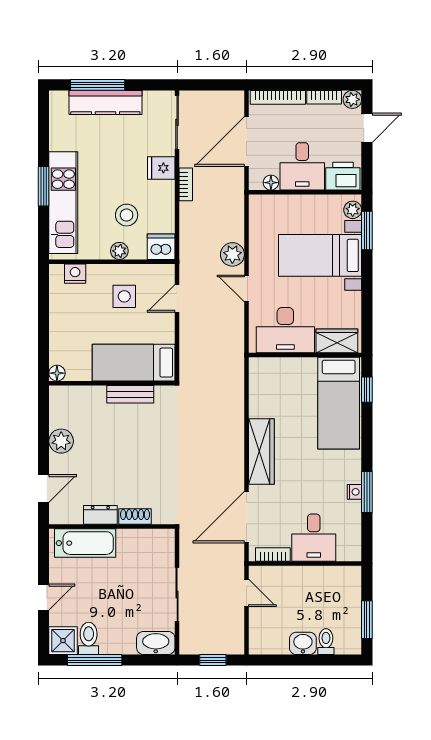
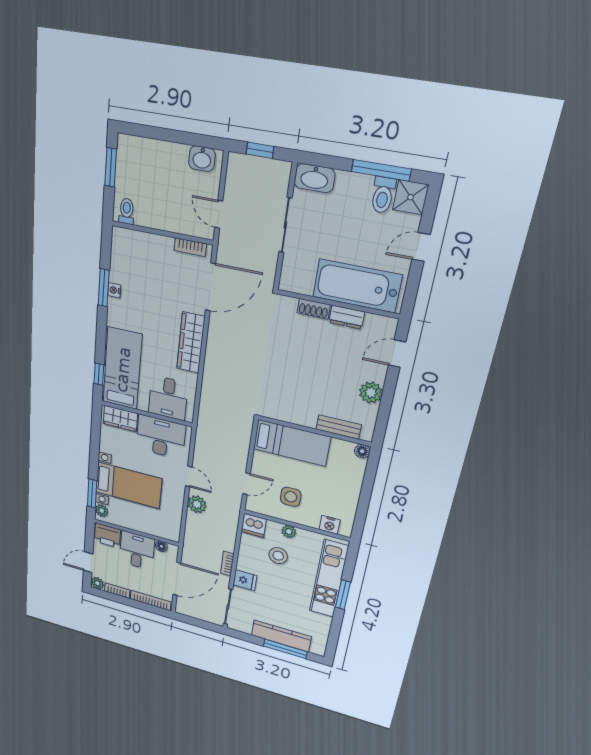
bench: (130, 394) -> (339, 427), moved
desk: (314, 538) -> (168, 398), moved, turned 180
bathtub: (85, 543) -> (357, 286), width x1.36, depth x1.36
toilet: (326, 642) -> (127, 211), moved, turned 180
washbasin: (303, 643) -> (202, 159), moved

